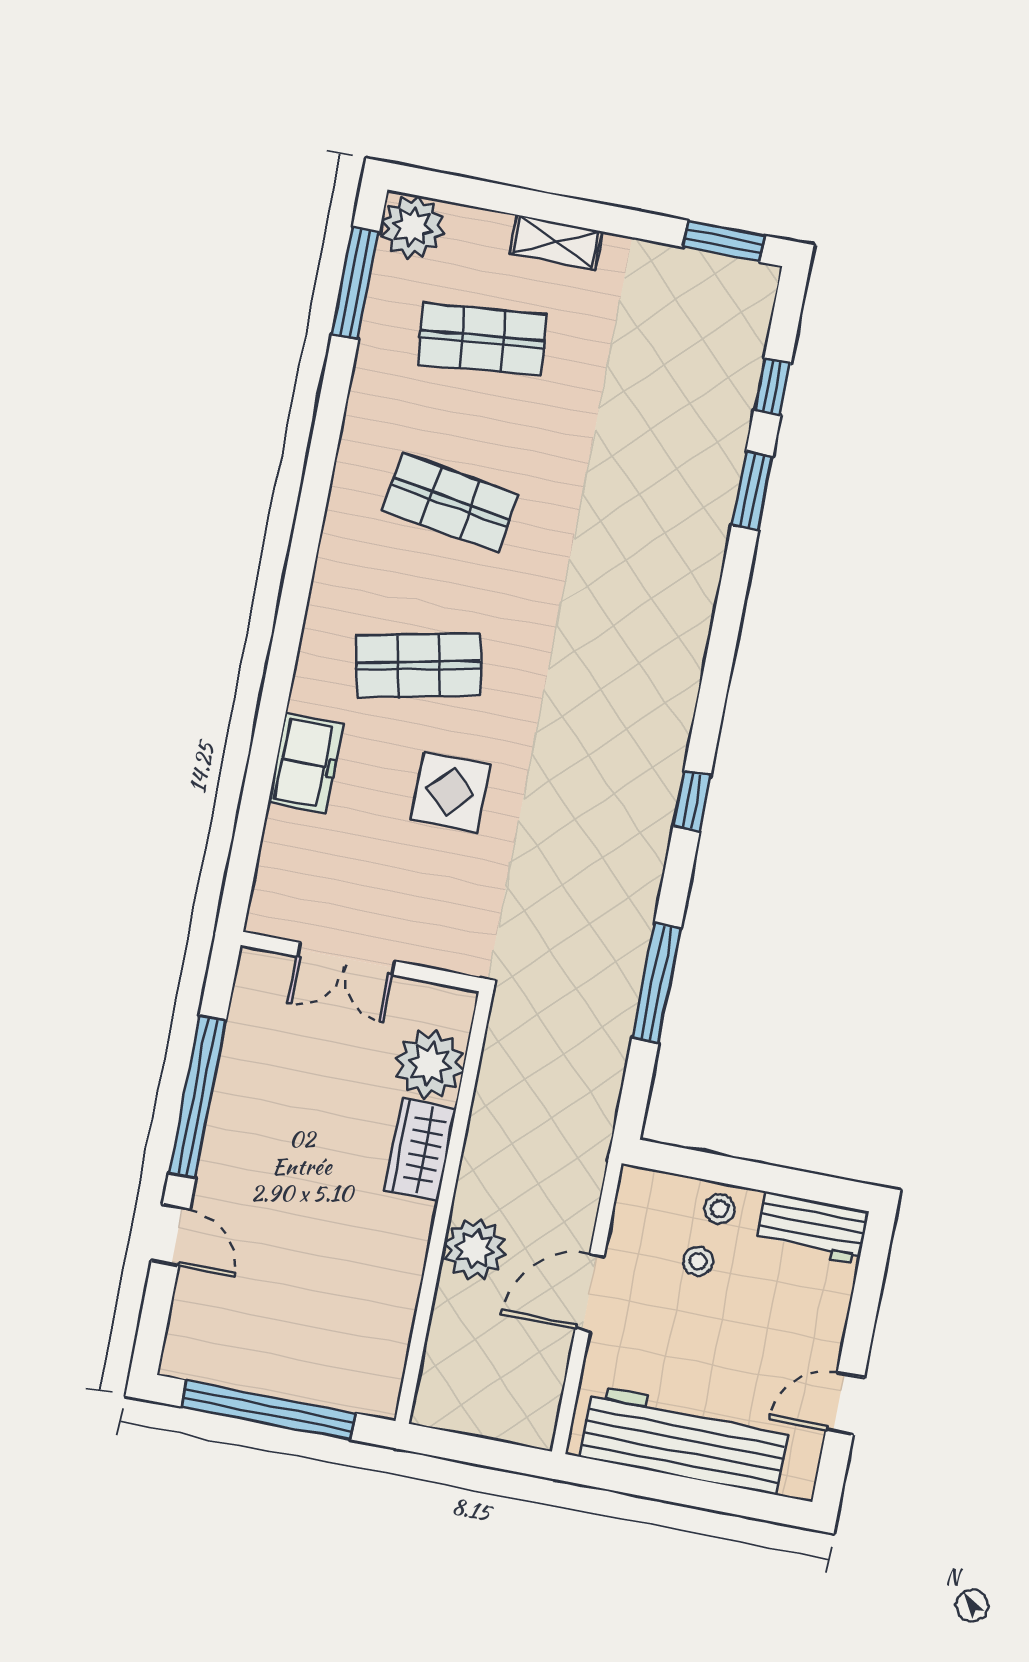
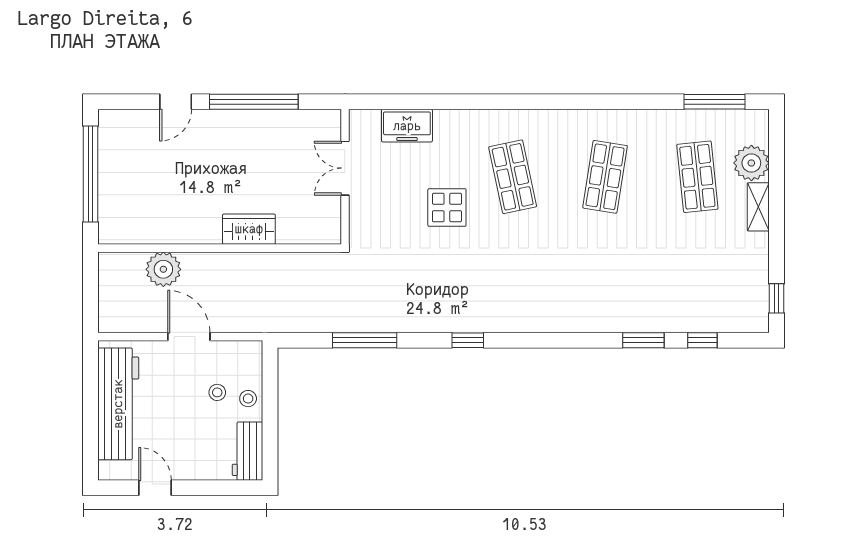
plant: (413, 227) -> (751, 163), moved
window: (724, 241) -> (776, 298), width x0.67
freezer: (306, 763) -> (407, 126), moved
plant: (430, 1064) -> (296, 225), removed
plant: (475, 1249) -> (163, 269), moved

